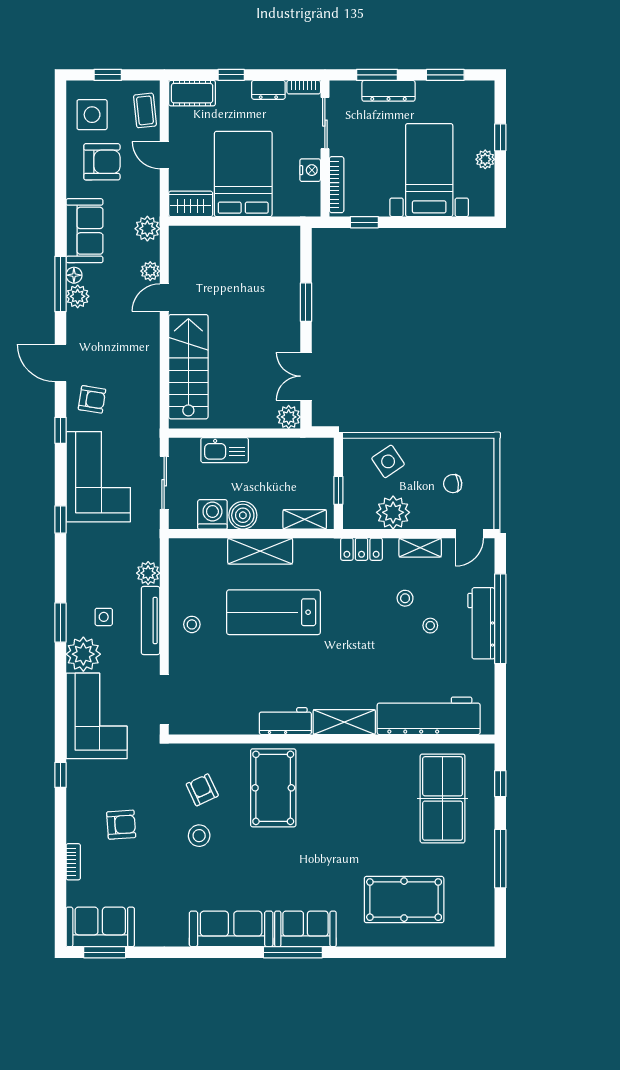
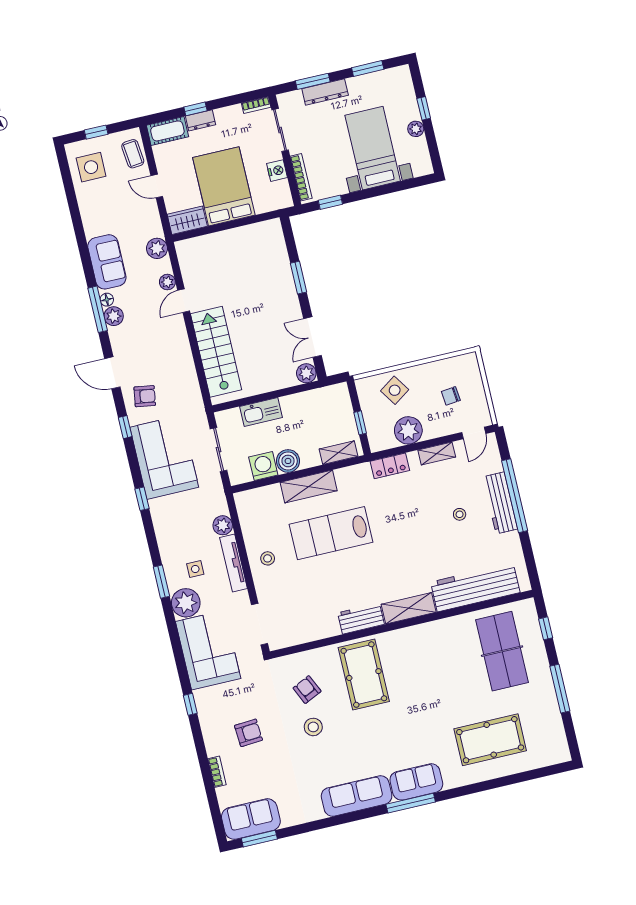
dresser: (268, 90) -> (201, 120), moved
armchair: (102, 162) -> (108, 203), removed
stool: (405, 598) -> (434, 497), removed

